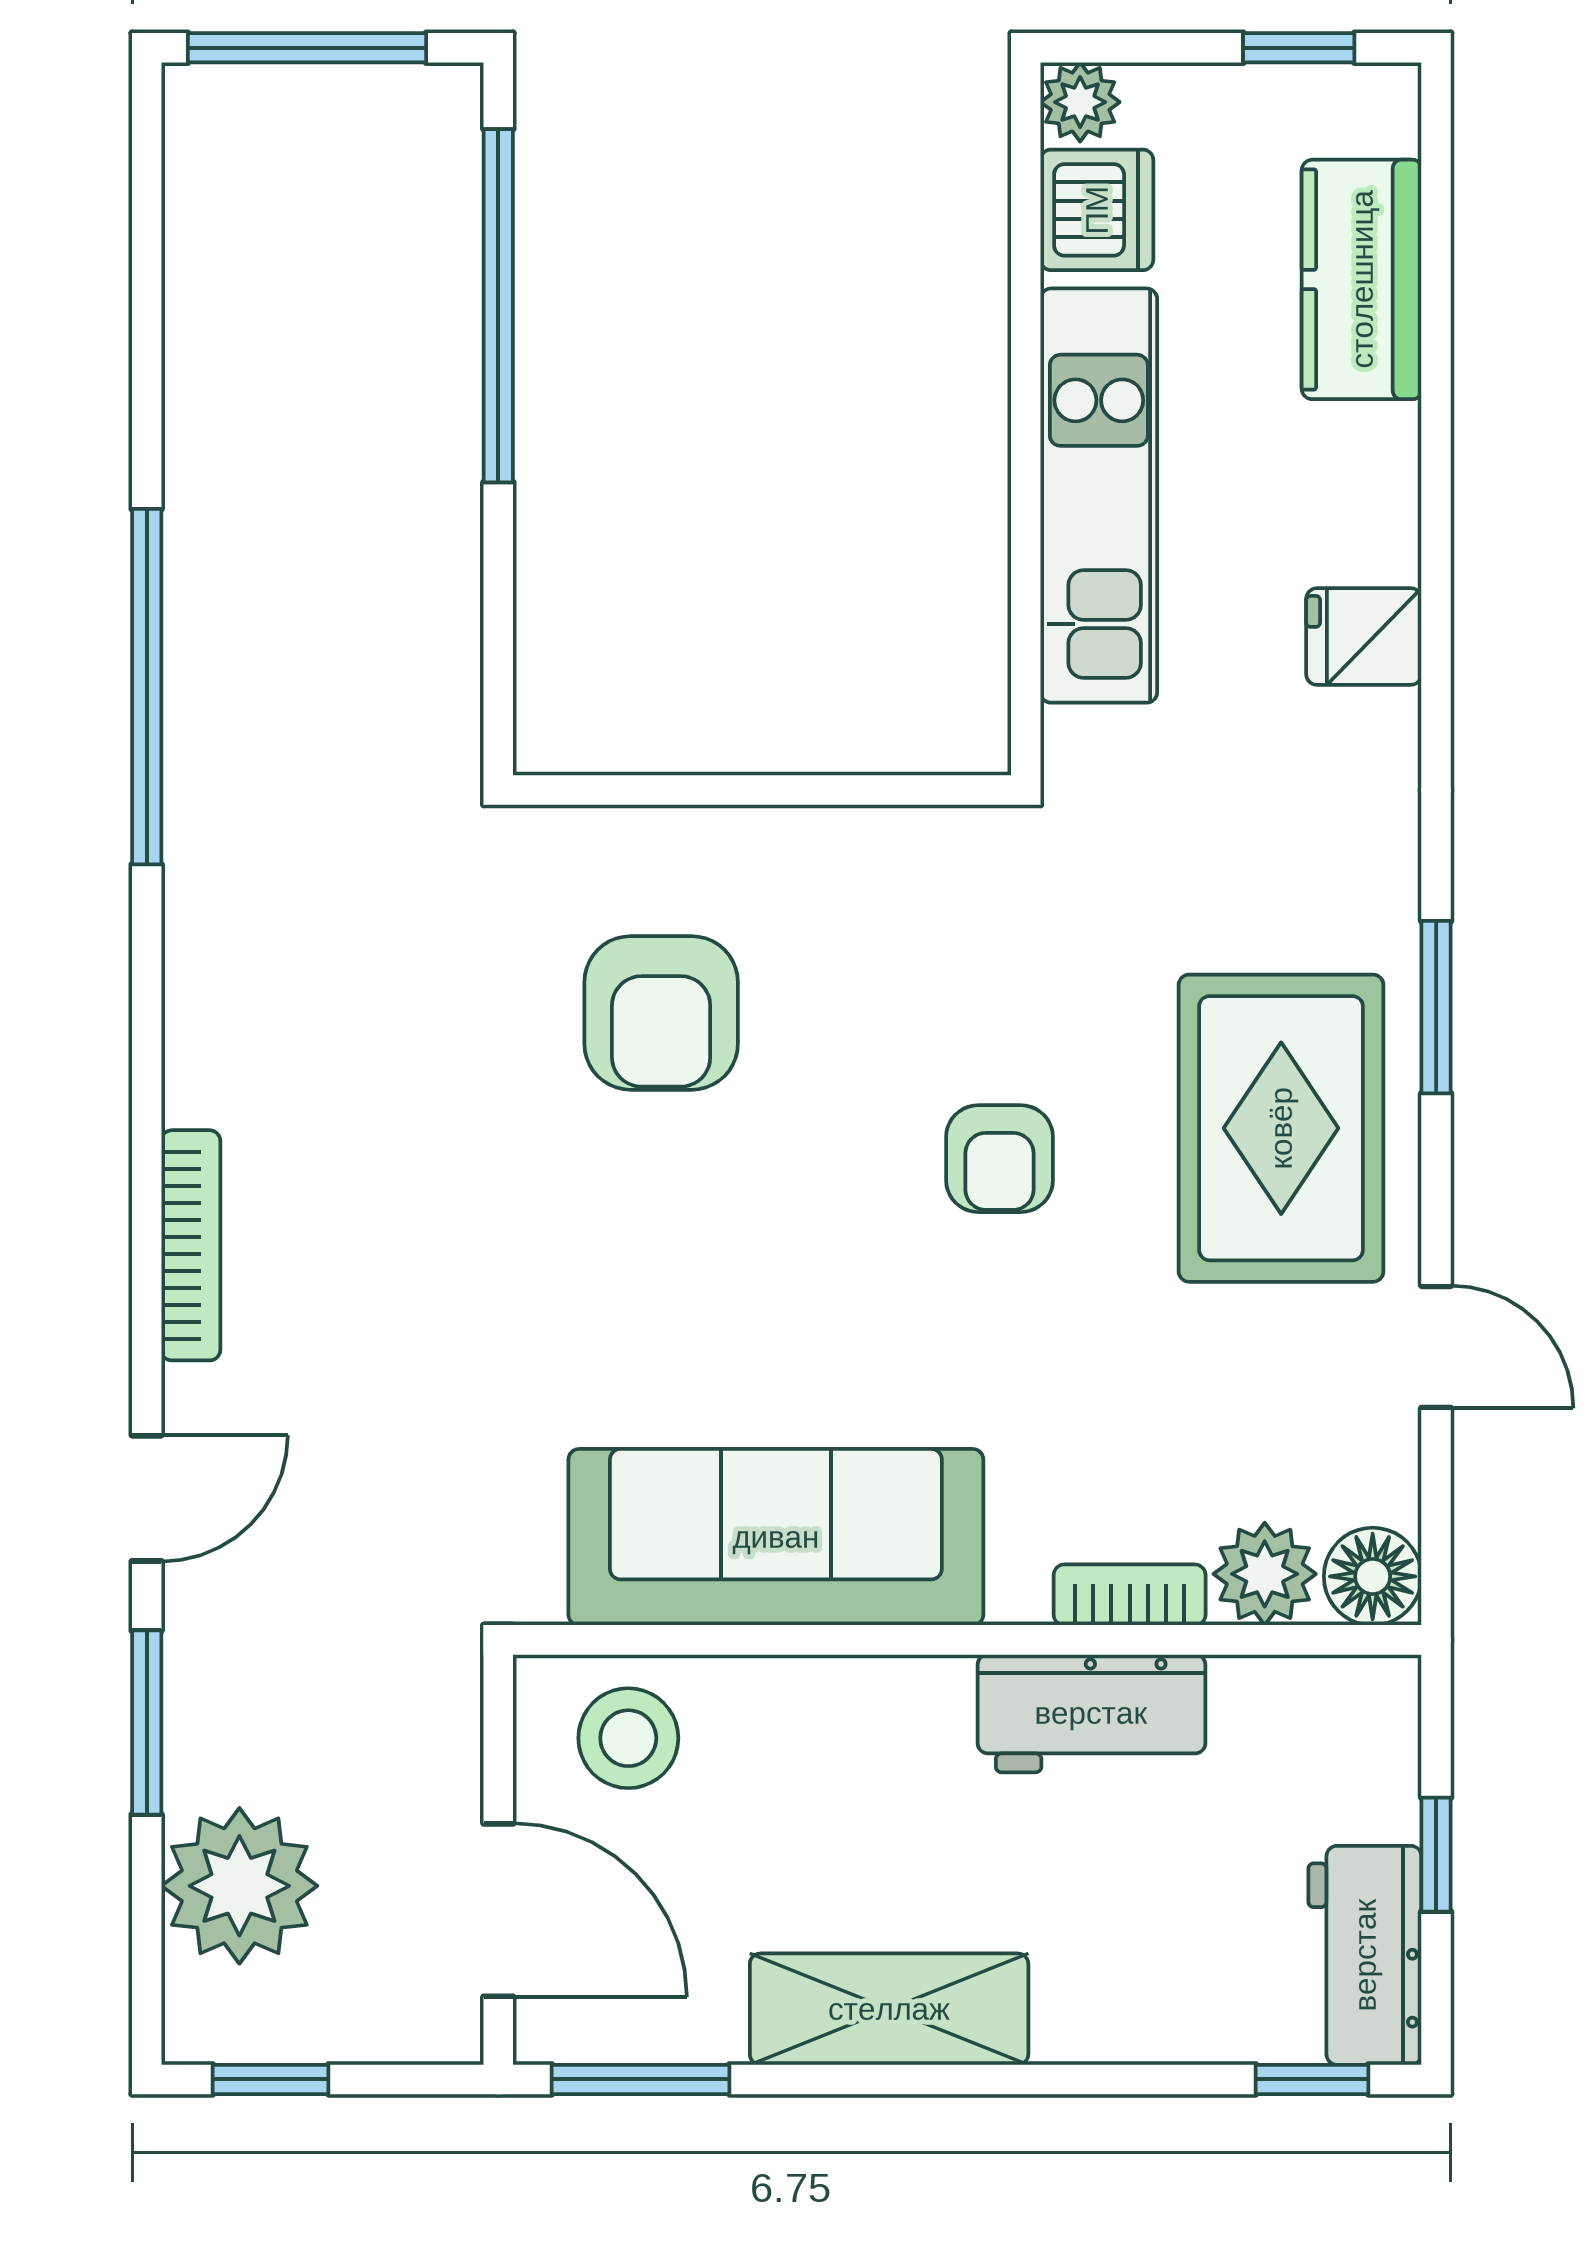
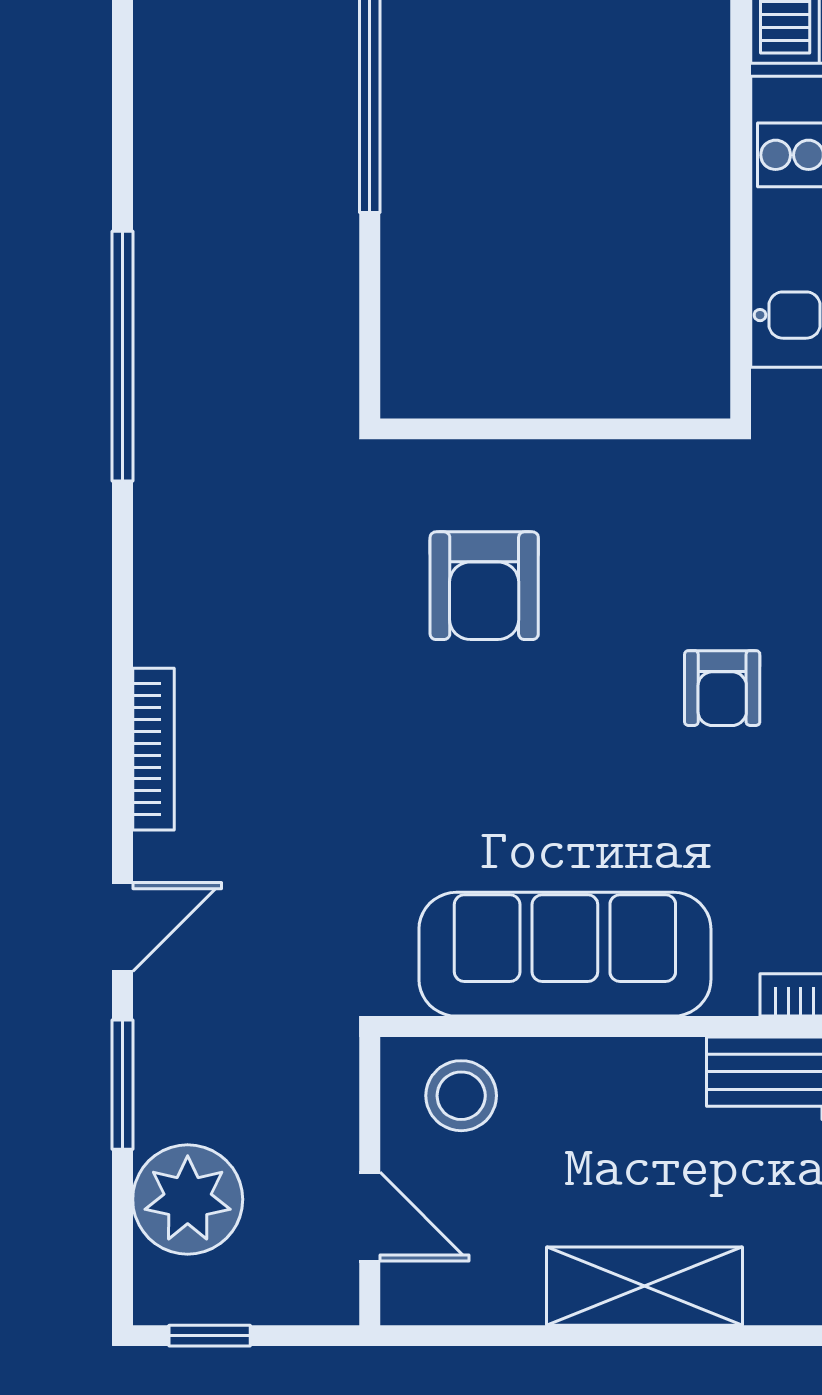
door: (498, 1910) -> (370, 1217), width x0.73
window: (641, 2079) -> (470, 1336), removed

